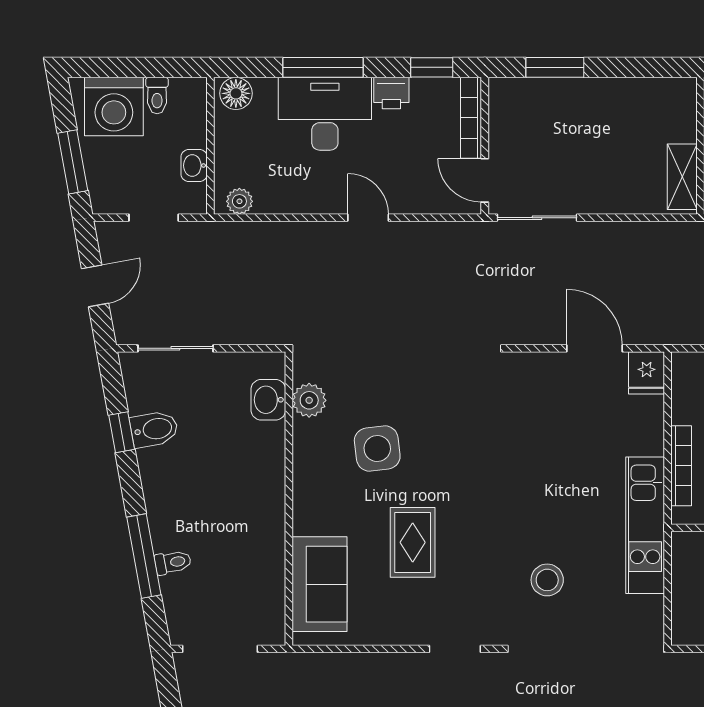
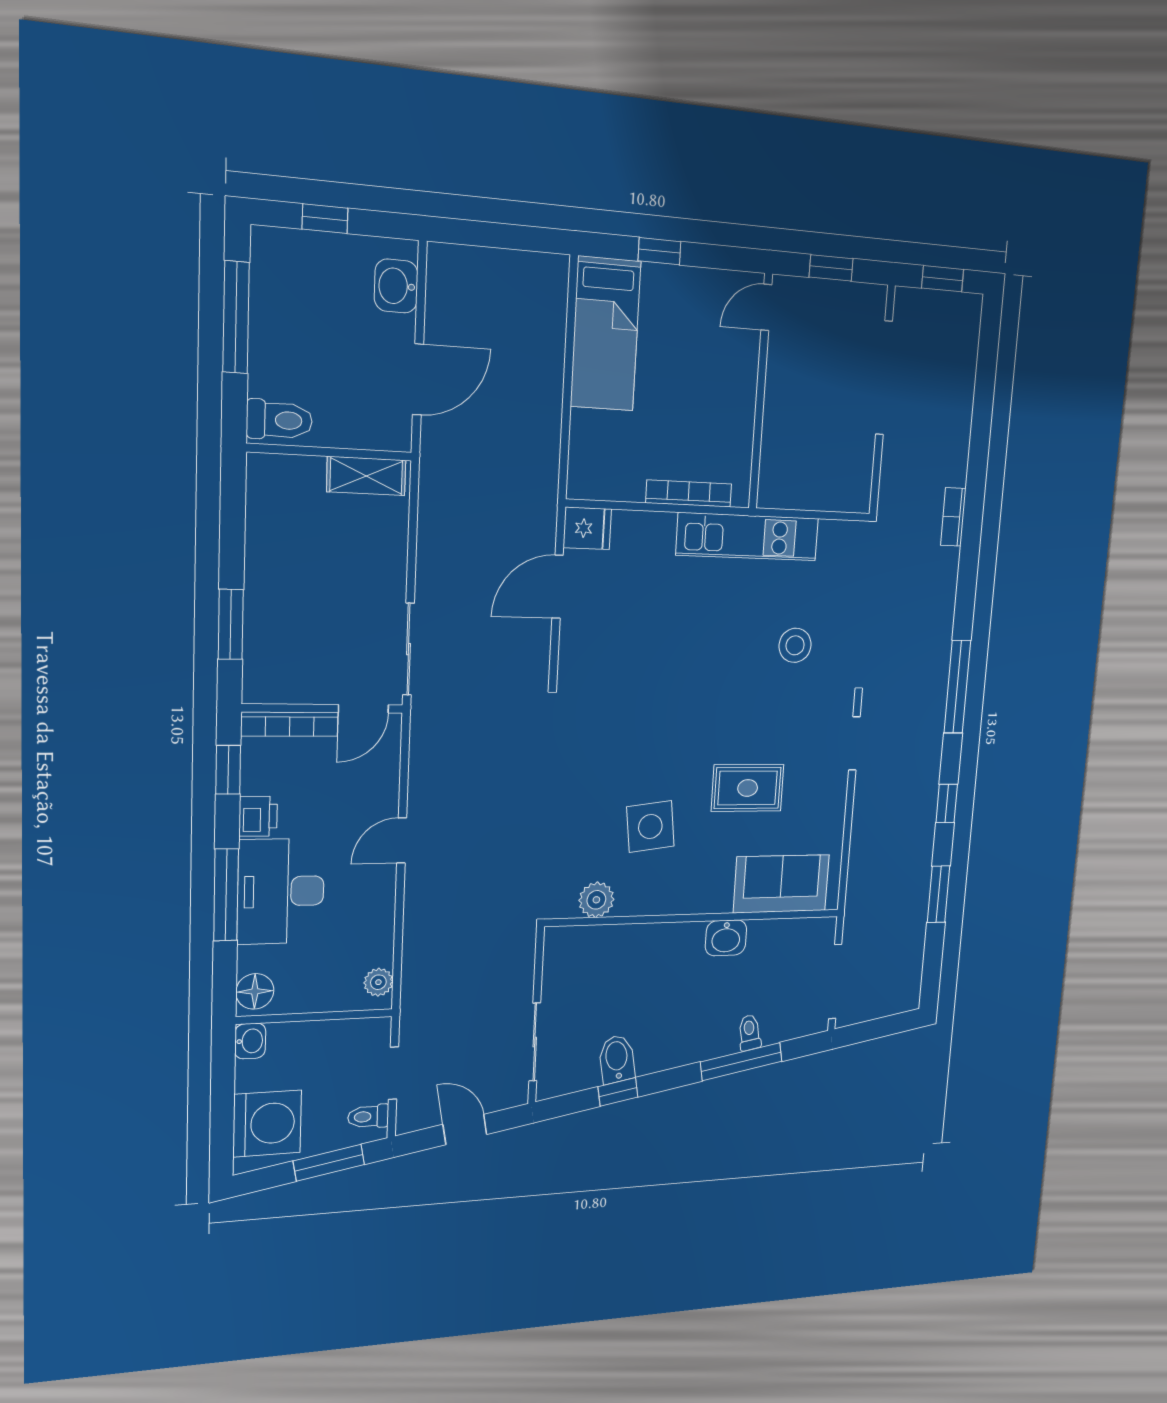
toilet: (157, 95) -> (368, 1117), moved, turned 180
washbasin: (194, 166) -> (250, 1041), moved, turned -90
washbasin: (268, 400) -> (726, 938), moved

